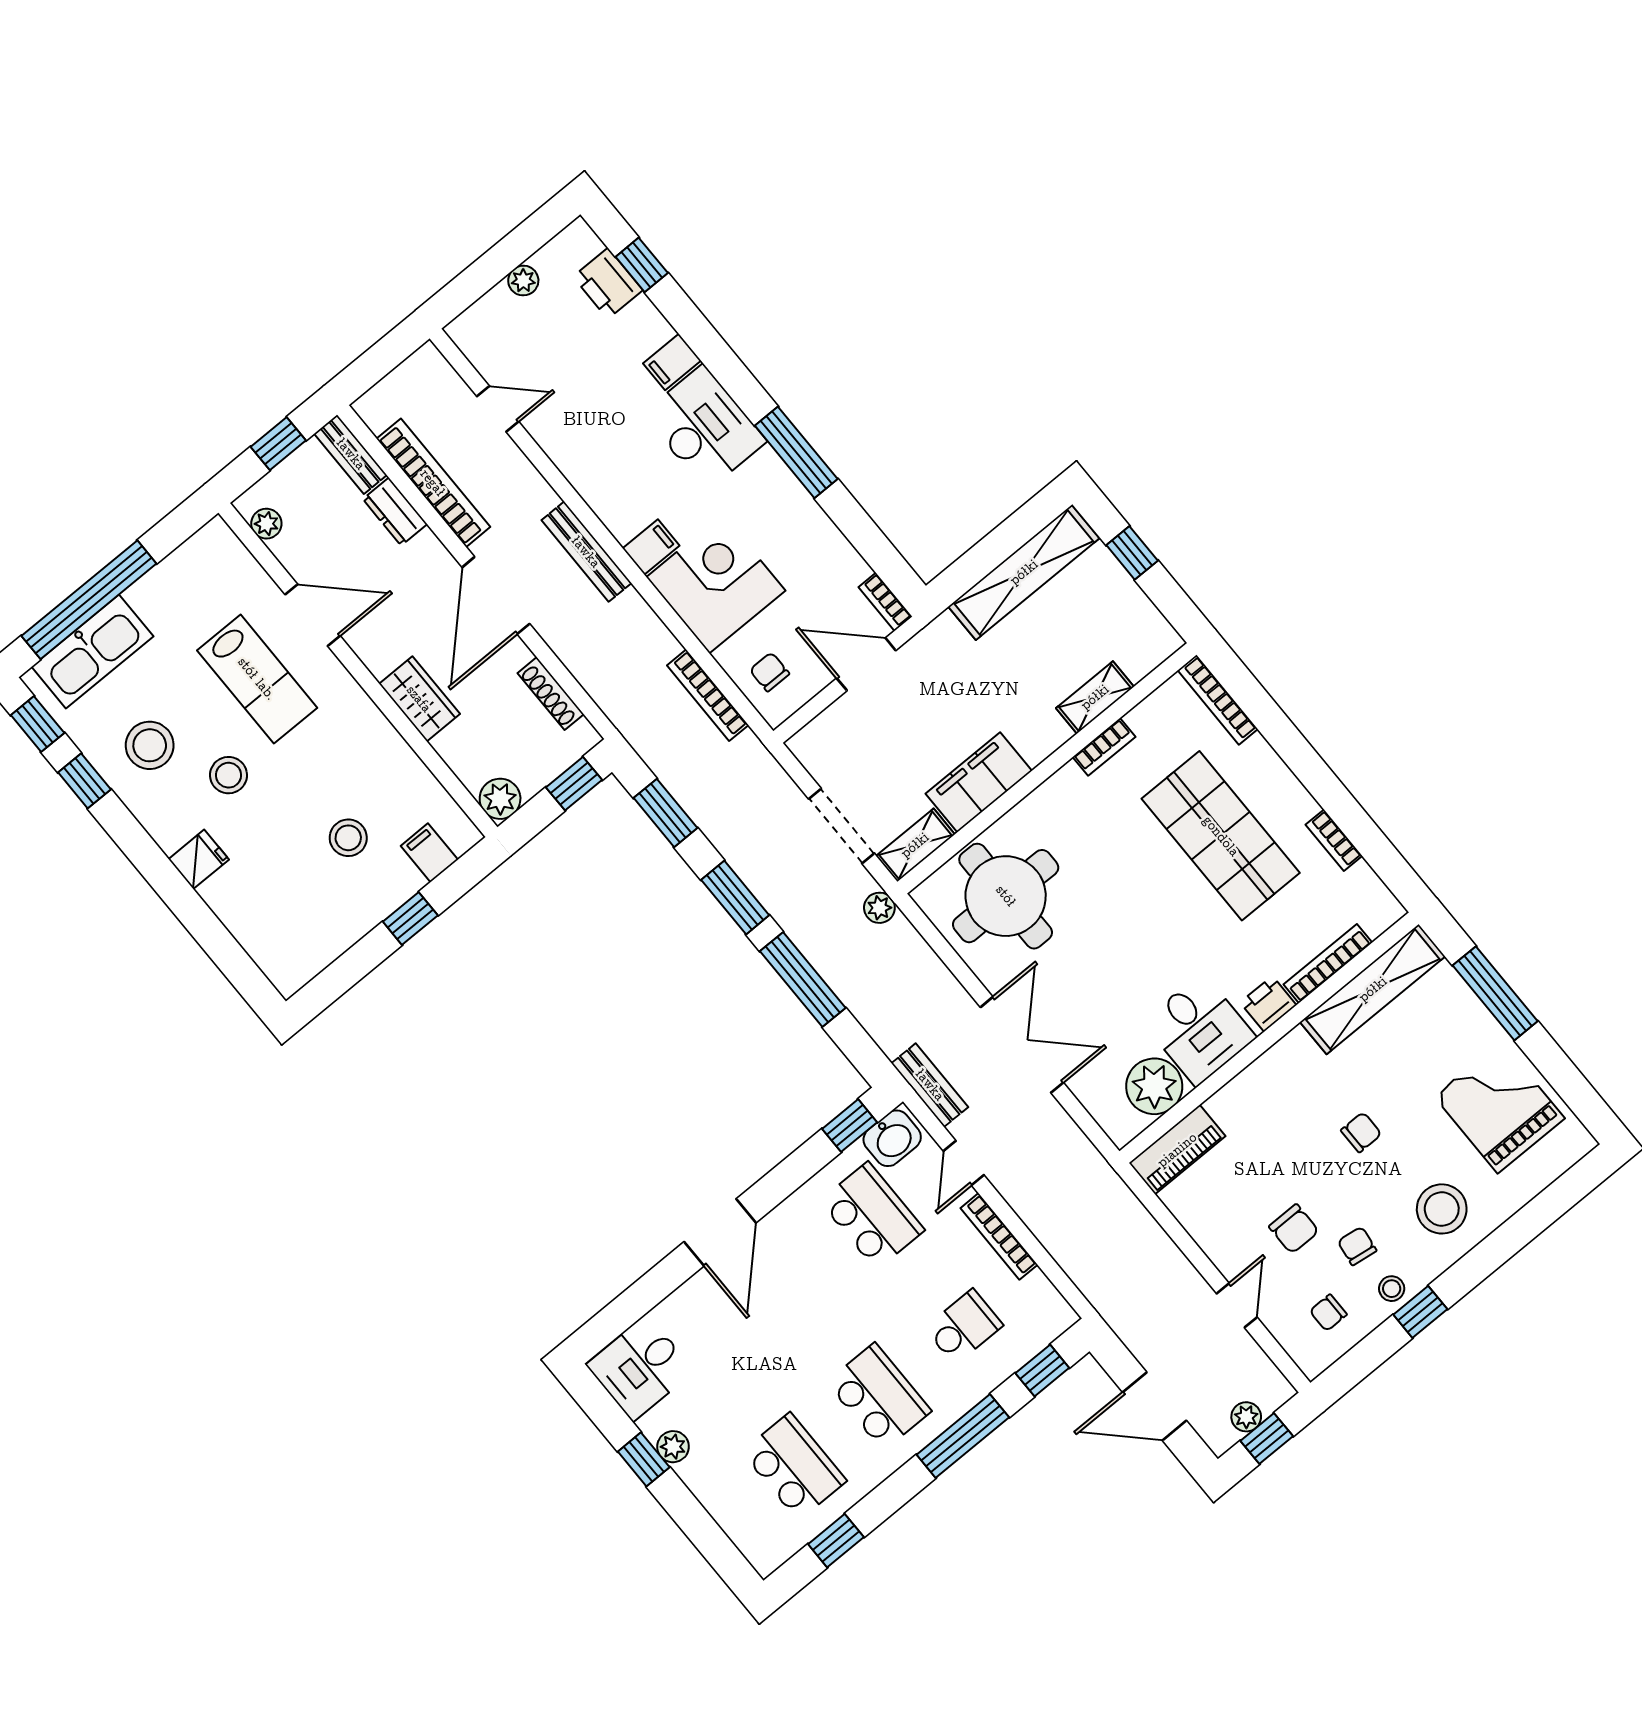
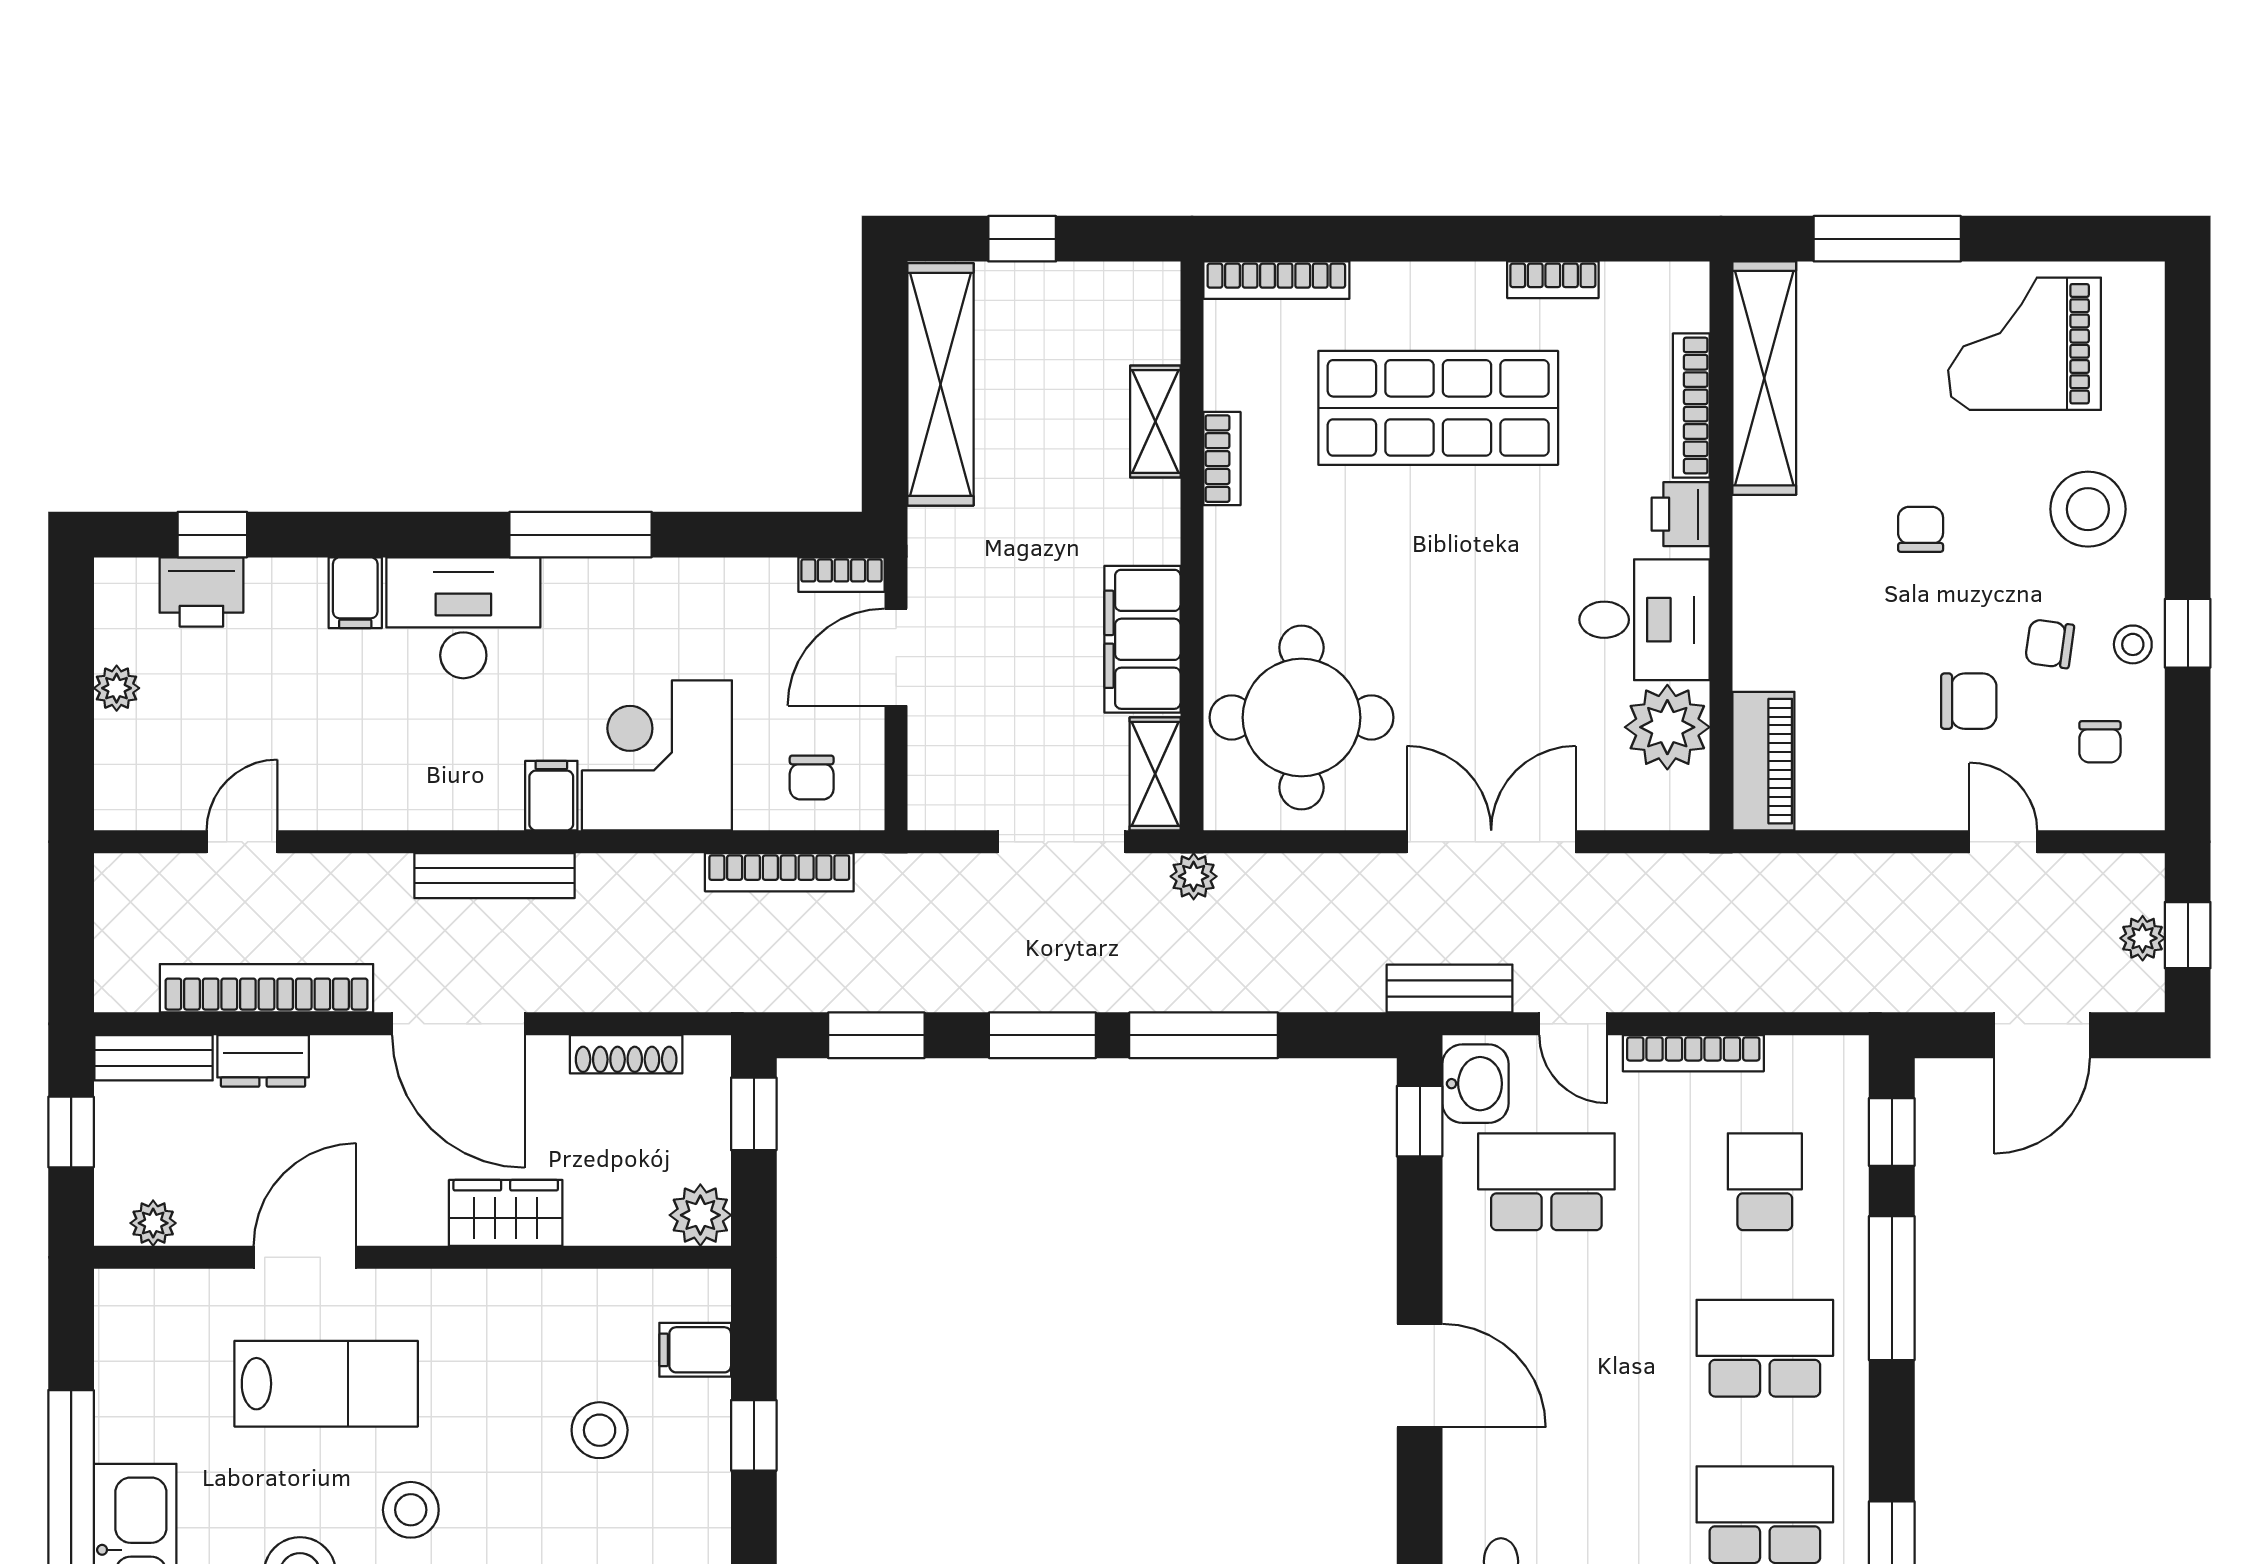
chair: (770, 672) -> (812, 777), turned -90

